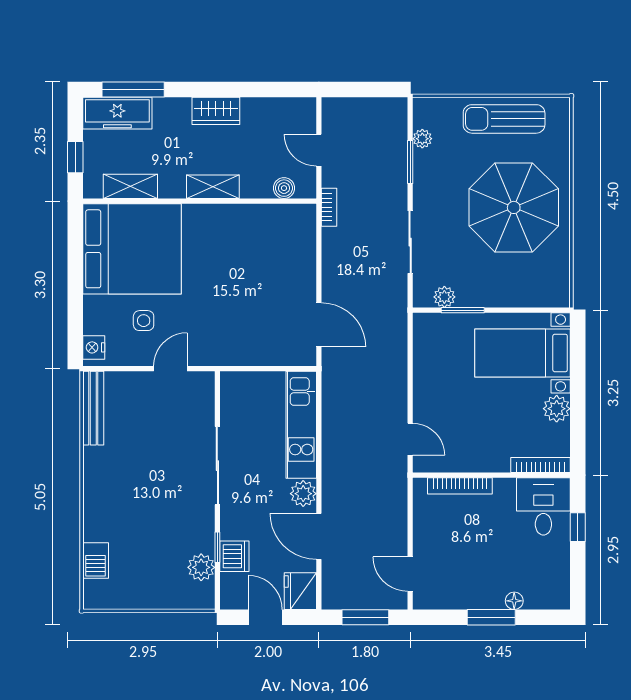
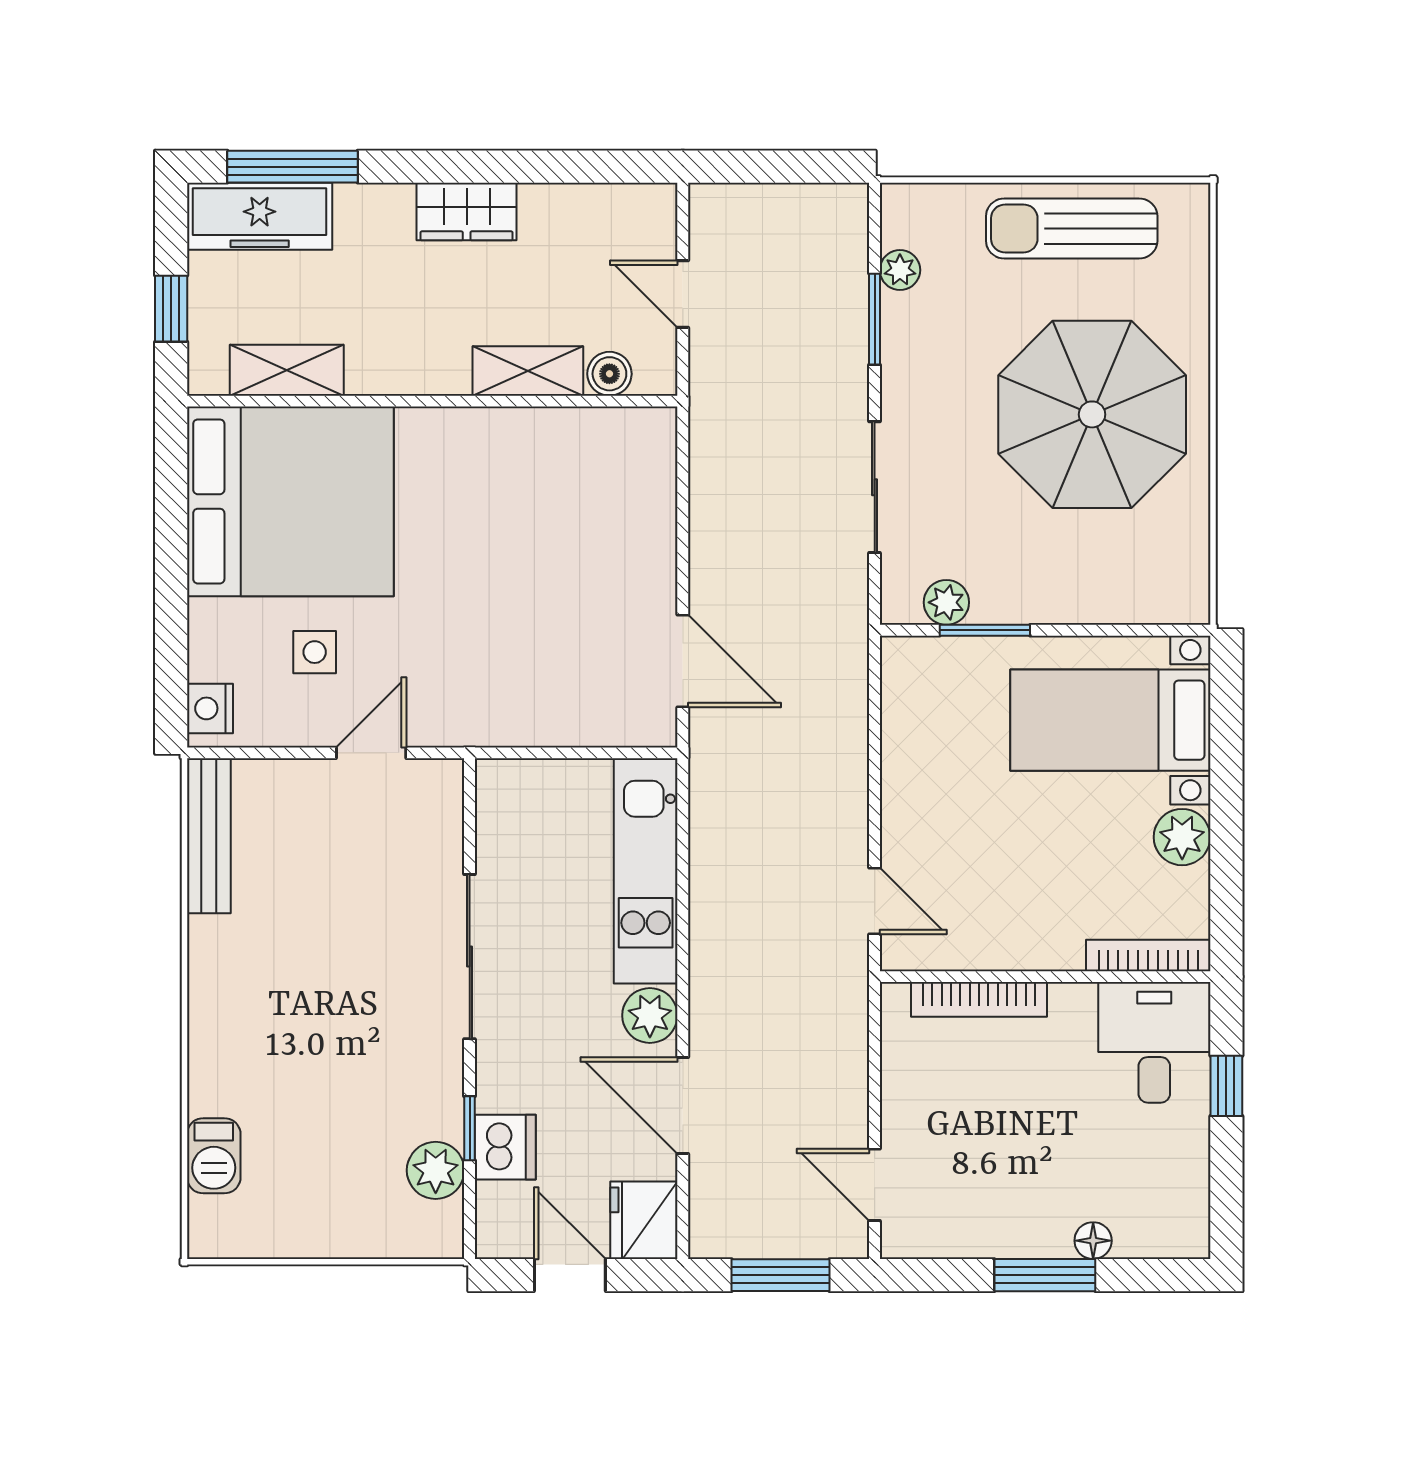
shelving: (213, 187) -> (528, 371), moved
bookcase: (329, 207) -> (704, 414), removed

